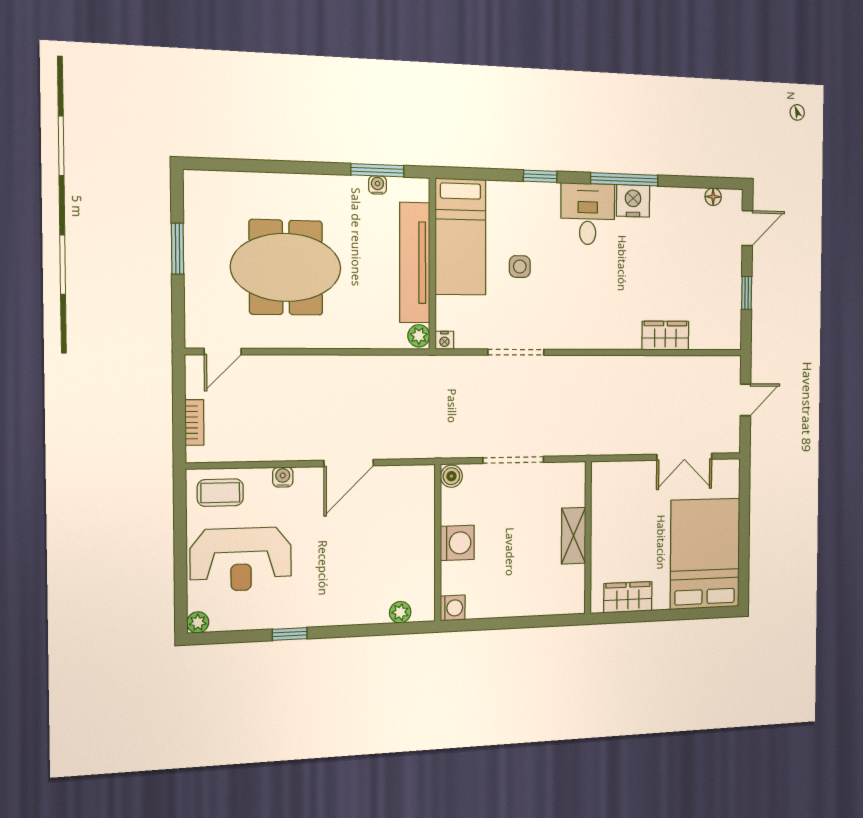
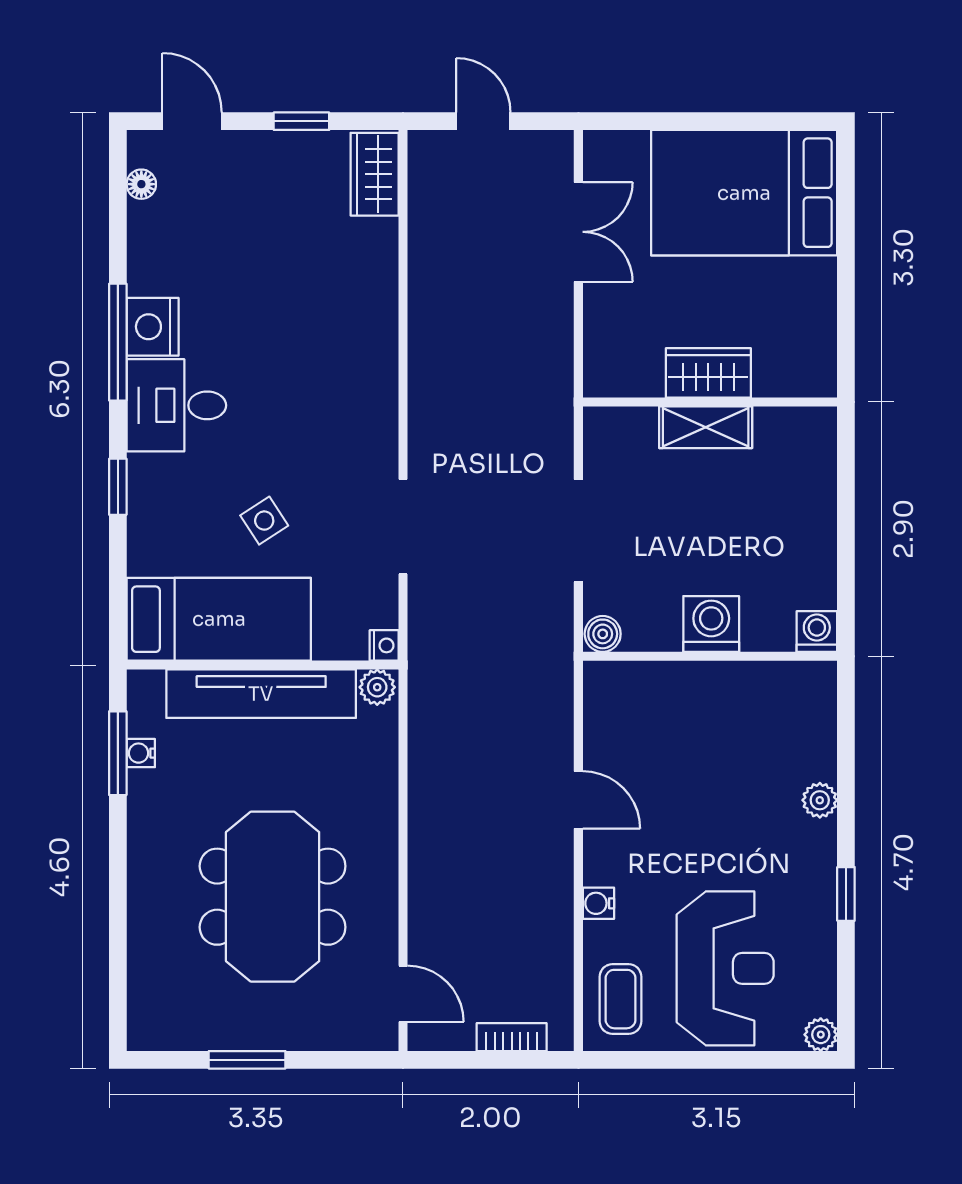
side table: (520, 267) -> (264, 521), turned -33
wardrobe: (665, 336) -> (375, 174), moved
door: (349, 463) -> (578, 800), width x0.73
wardrobe: (628, 597) -> (708, 373), moved, turned 90
plant: (400, 612) -> (820, 800), moved

